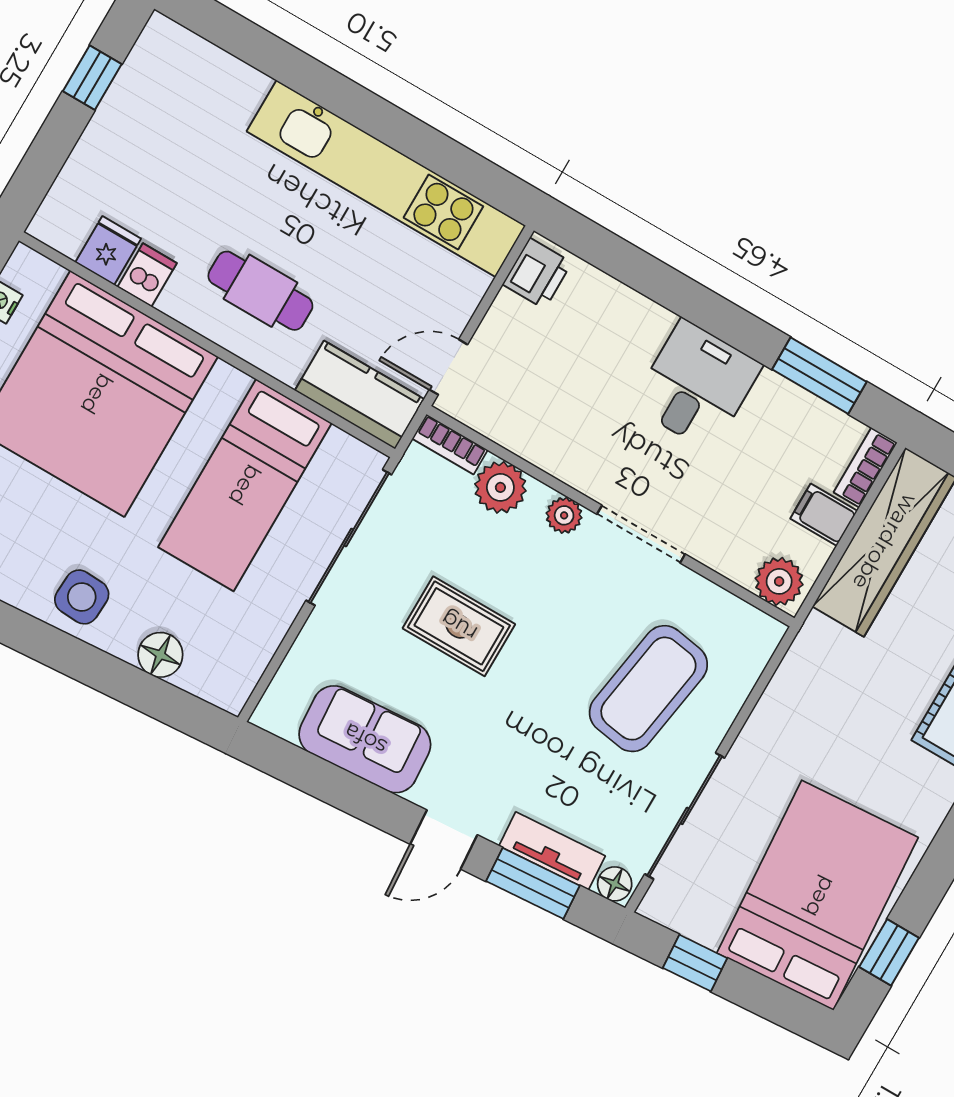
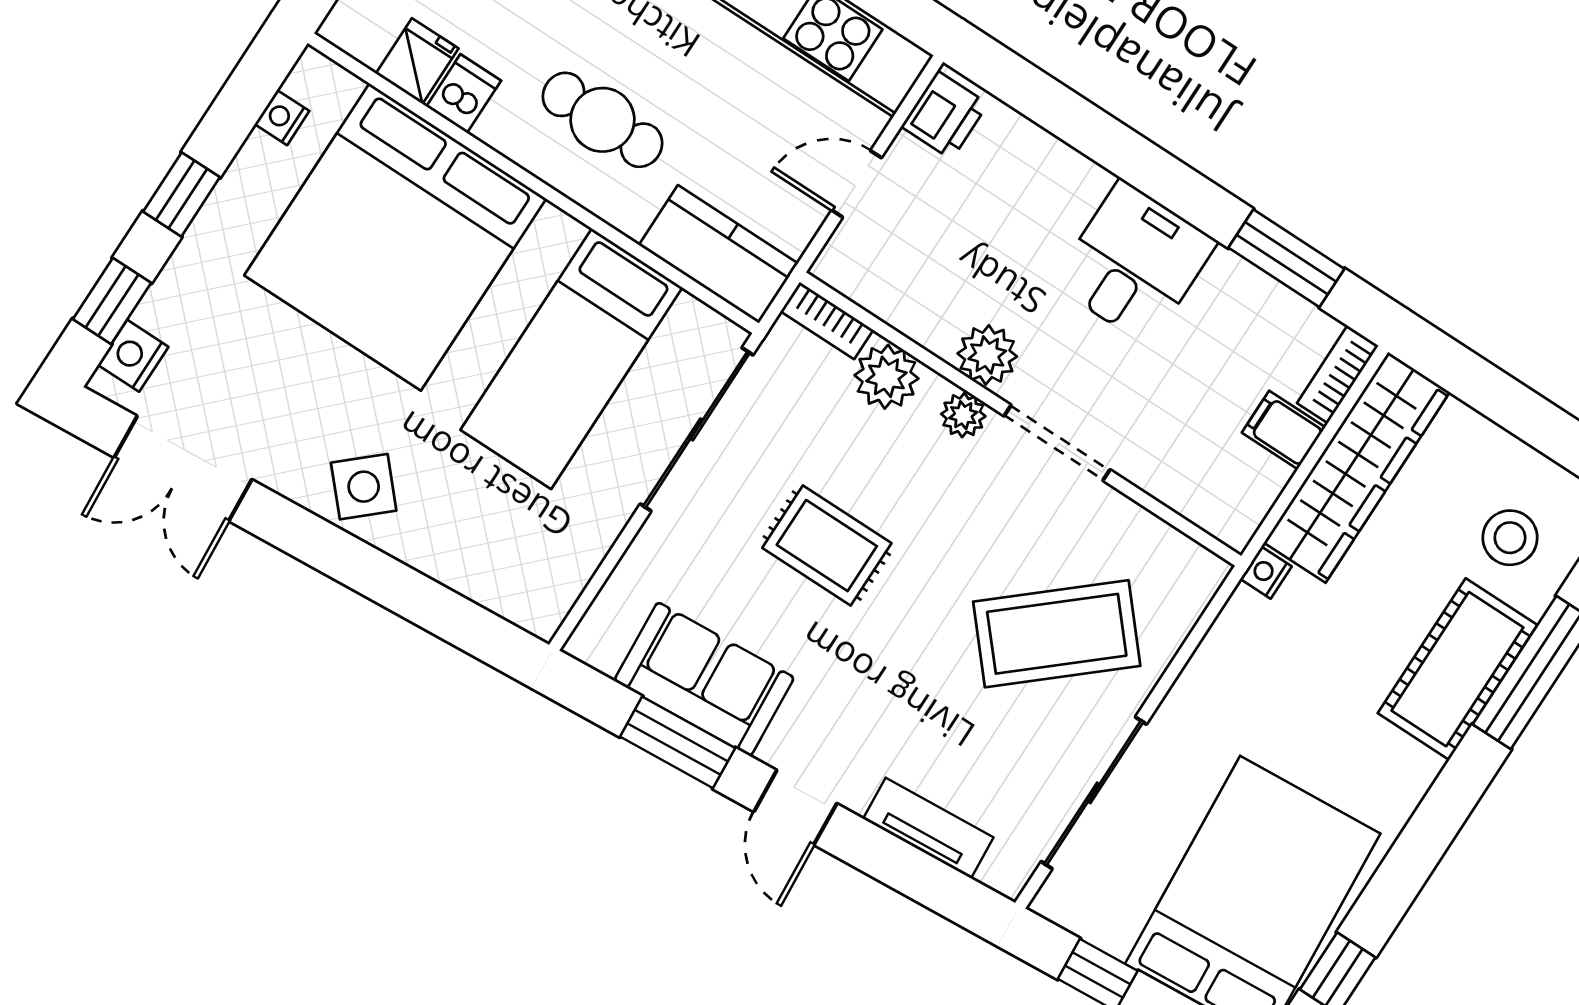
door: (448, 367) -> (857, 184), moved
plant: (779, 581) -> (987, 355), moved
side table: (82, 597) -> (364, 487), turned 45
nightstand: (815, 631) -> (1266, 573), added
floor lamp: (160, 655) -> (457, 563), removed
coffee table: (648, 689) -> (1057, 634), turned 40
door: (444, 840) -> (795, 808), hinge flipped
window: (533, 883) -> (678, 742), moved
floor lamp: (615, 884) -> (1003, 873), removed

